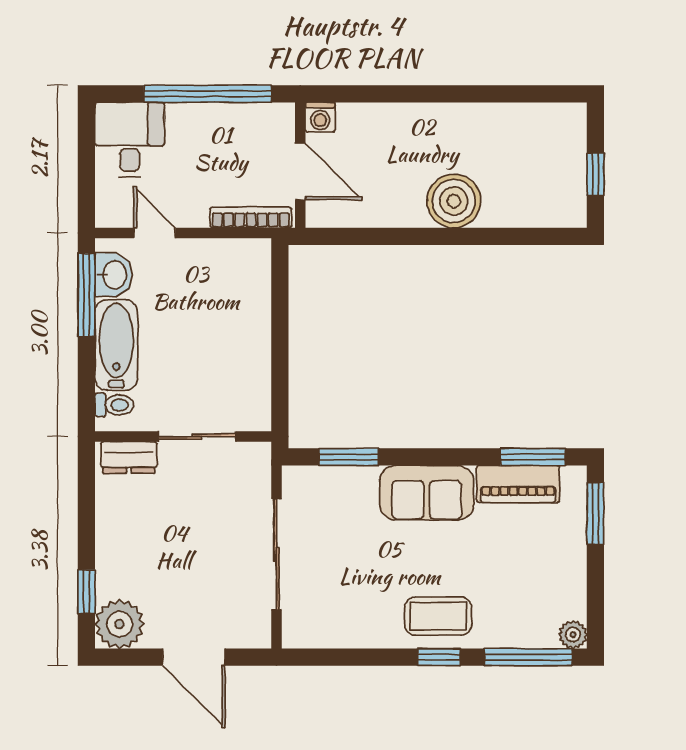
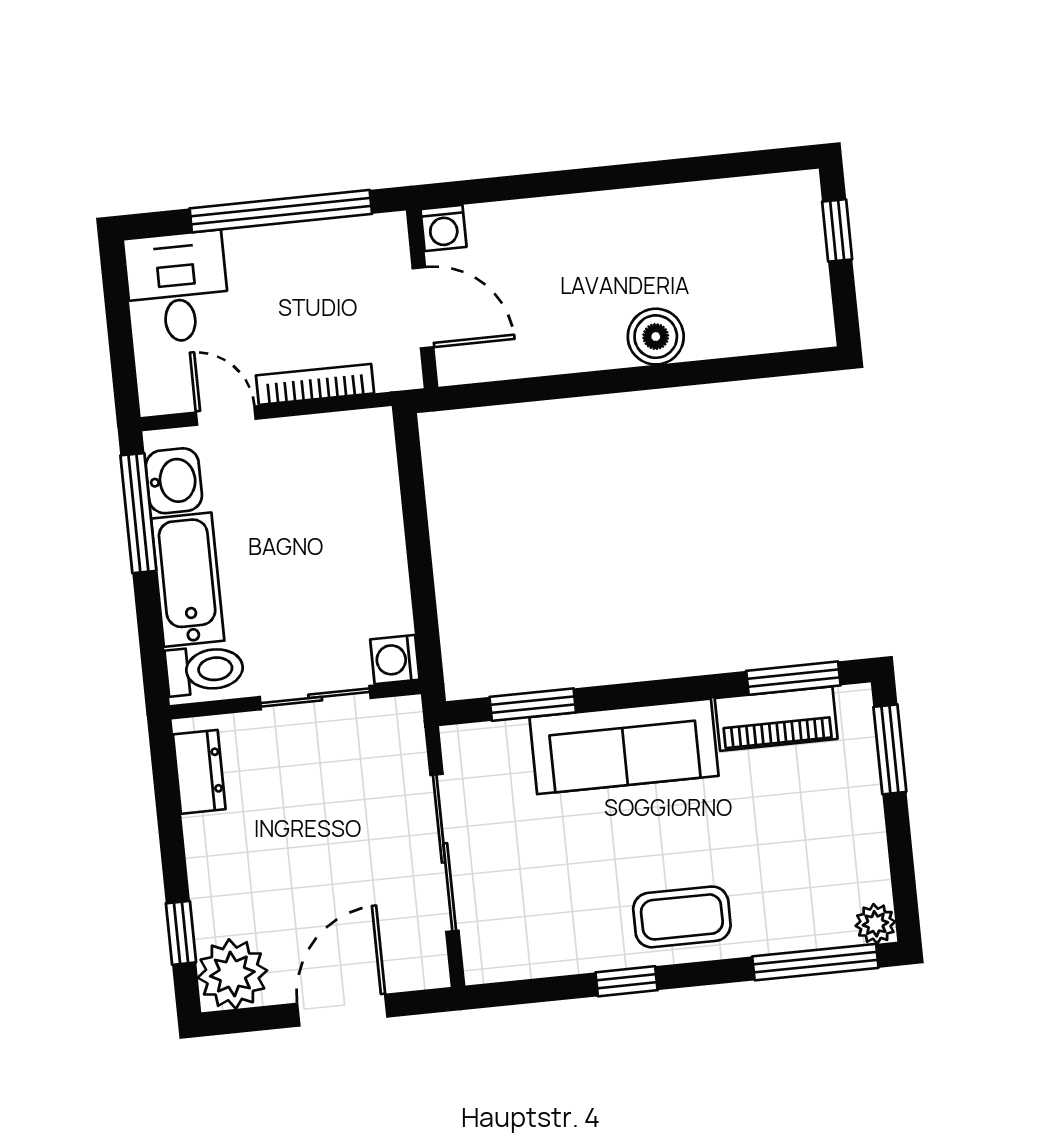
window: (595, 174) -> (837, 230), moved
boiler: (454, 201) -> (656, 337), width x0.73, depth x0.73
bookcase: (251, 217) -> (315, 384), moved
toilet: (114, 405) -> (205, 670), width x1.37, depth x1.39
washing machine: (256, 416) -> (395, 660), added
dresser: (129, 457) -> (199, 772), moved, turned -90
sofa: (427, 493) -> (624, 746), width x1.36
door: (194, 657) -> (342, 1010), swing flipped
window: (439, 657) -> (627, 981), moved

